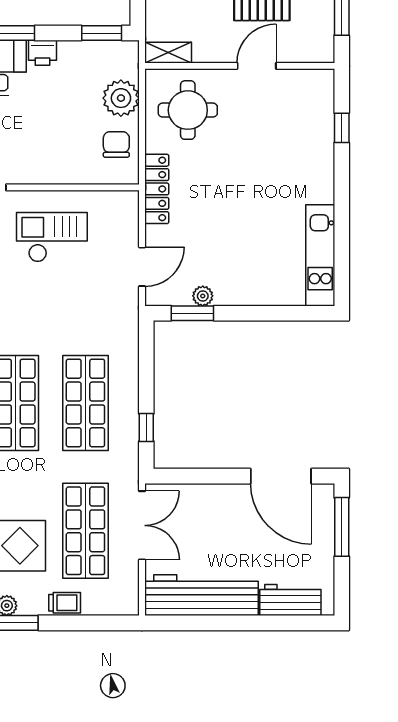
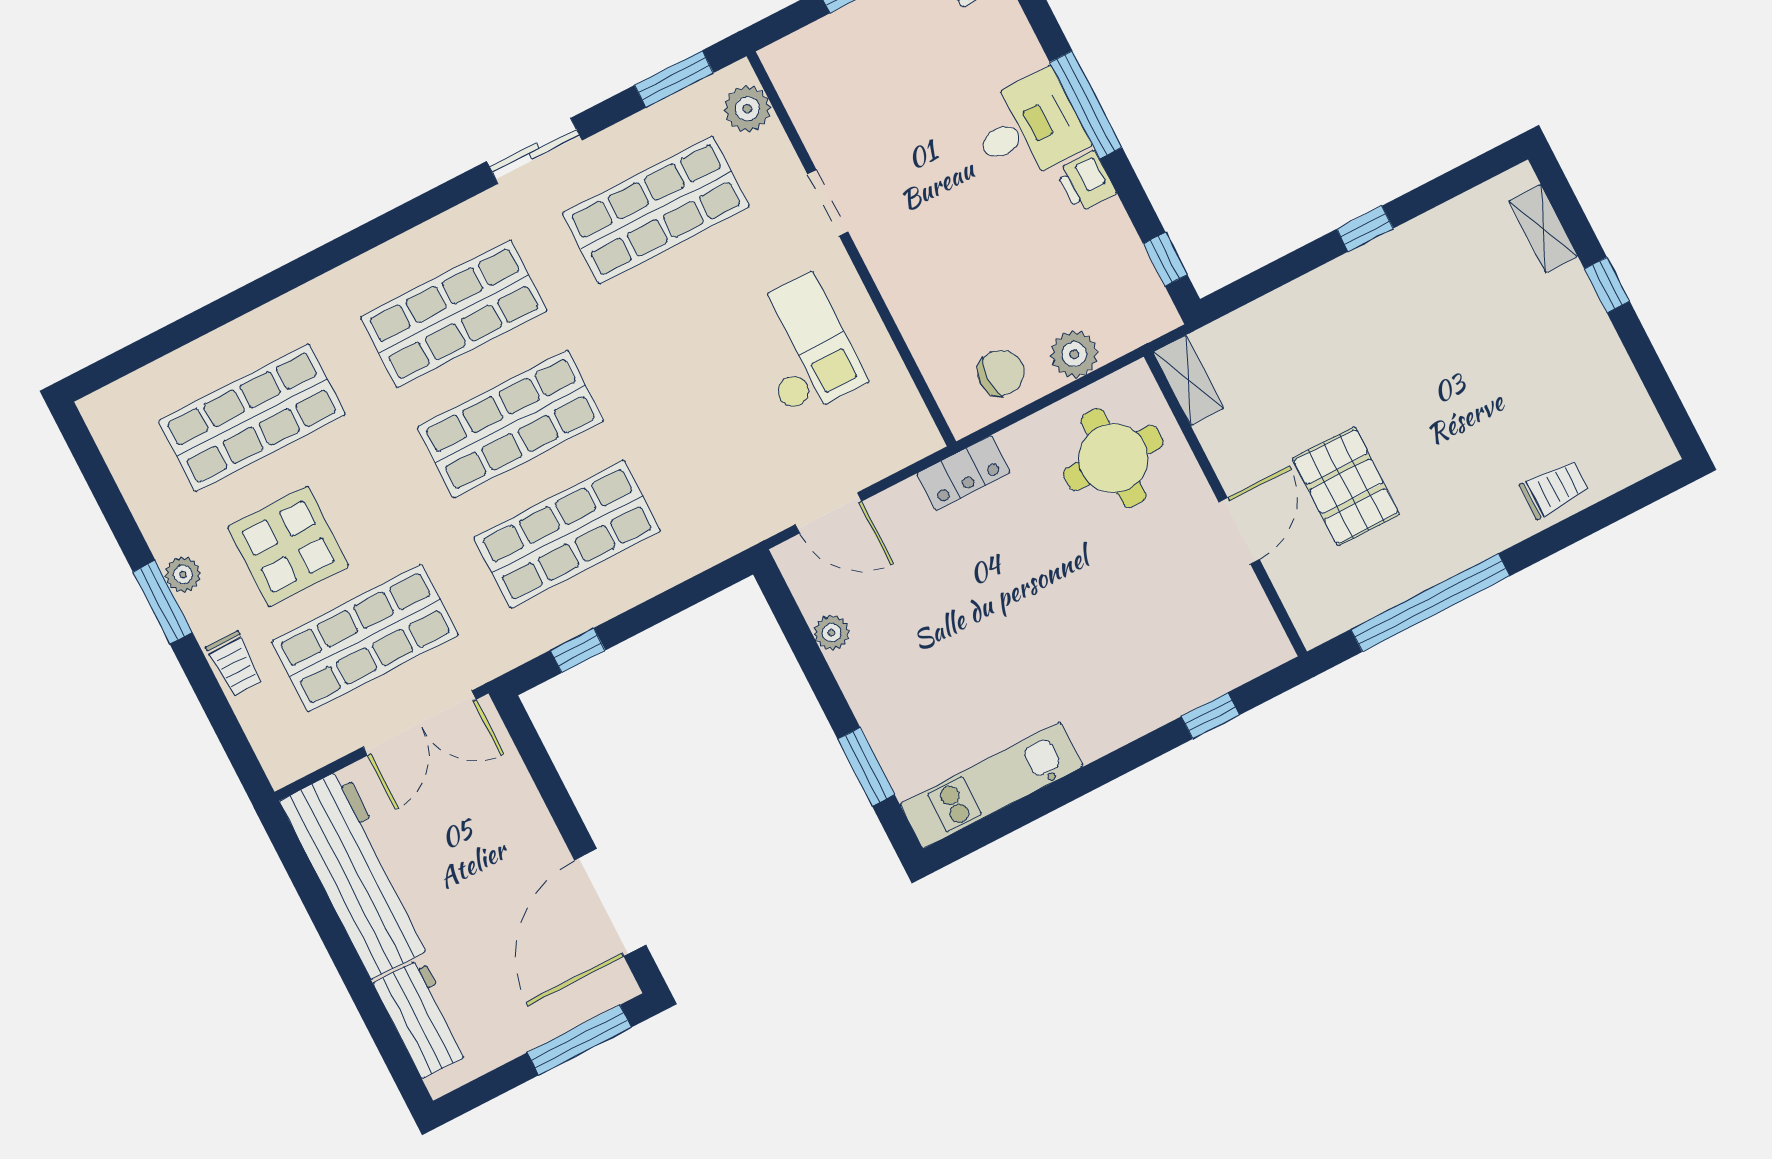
window: (102, 33) -> (1165, 259), width x0.67
door: (257, 66) -> (1239, 531), hinge flipped
plant: (121, 98) -> (1074, 354), width x0.73, depth x0.73
locker: (157, 189) -> (963, 473), width x0.66
window: (192, 313) -> (866, 767), moved

